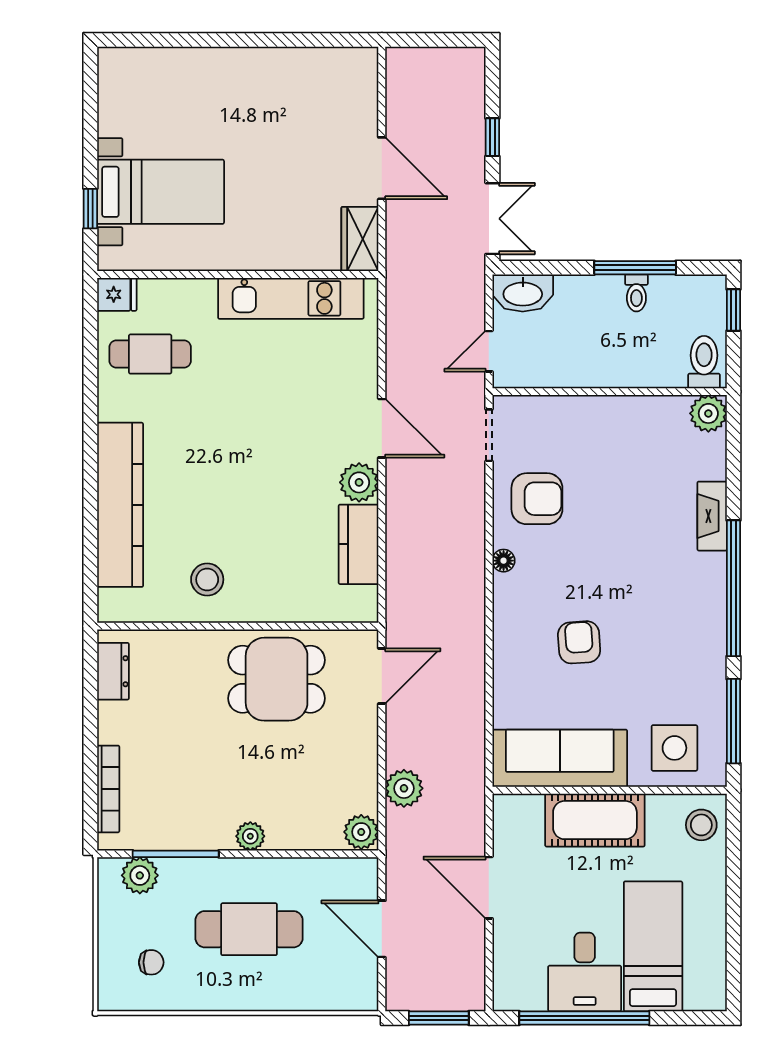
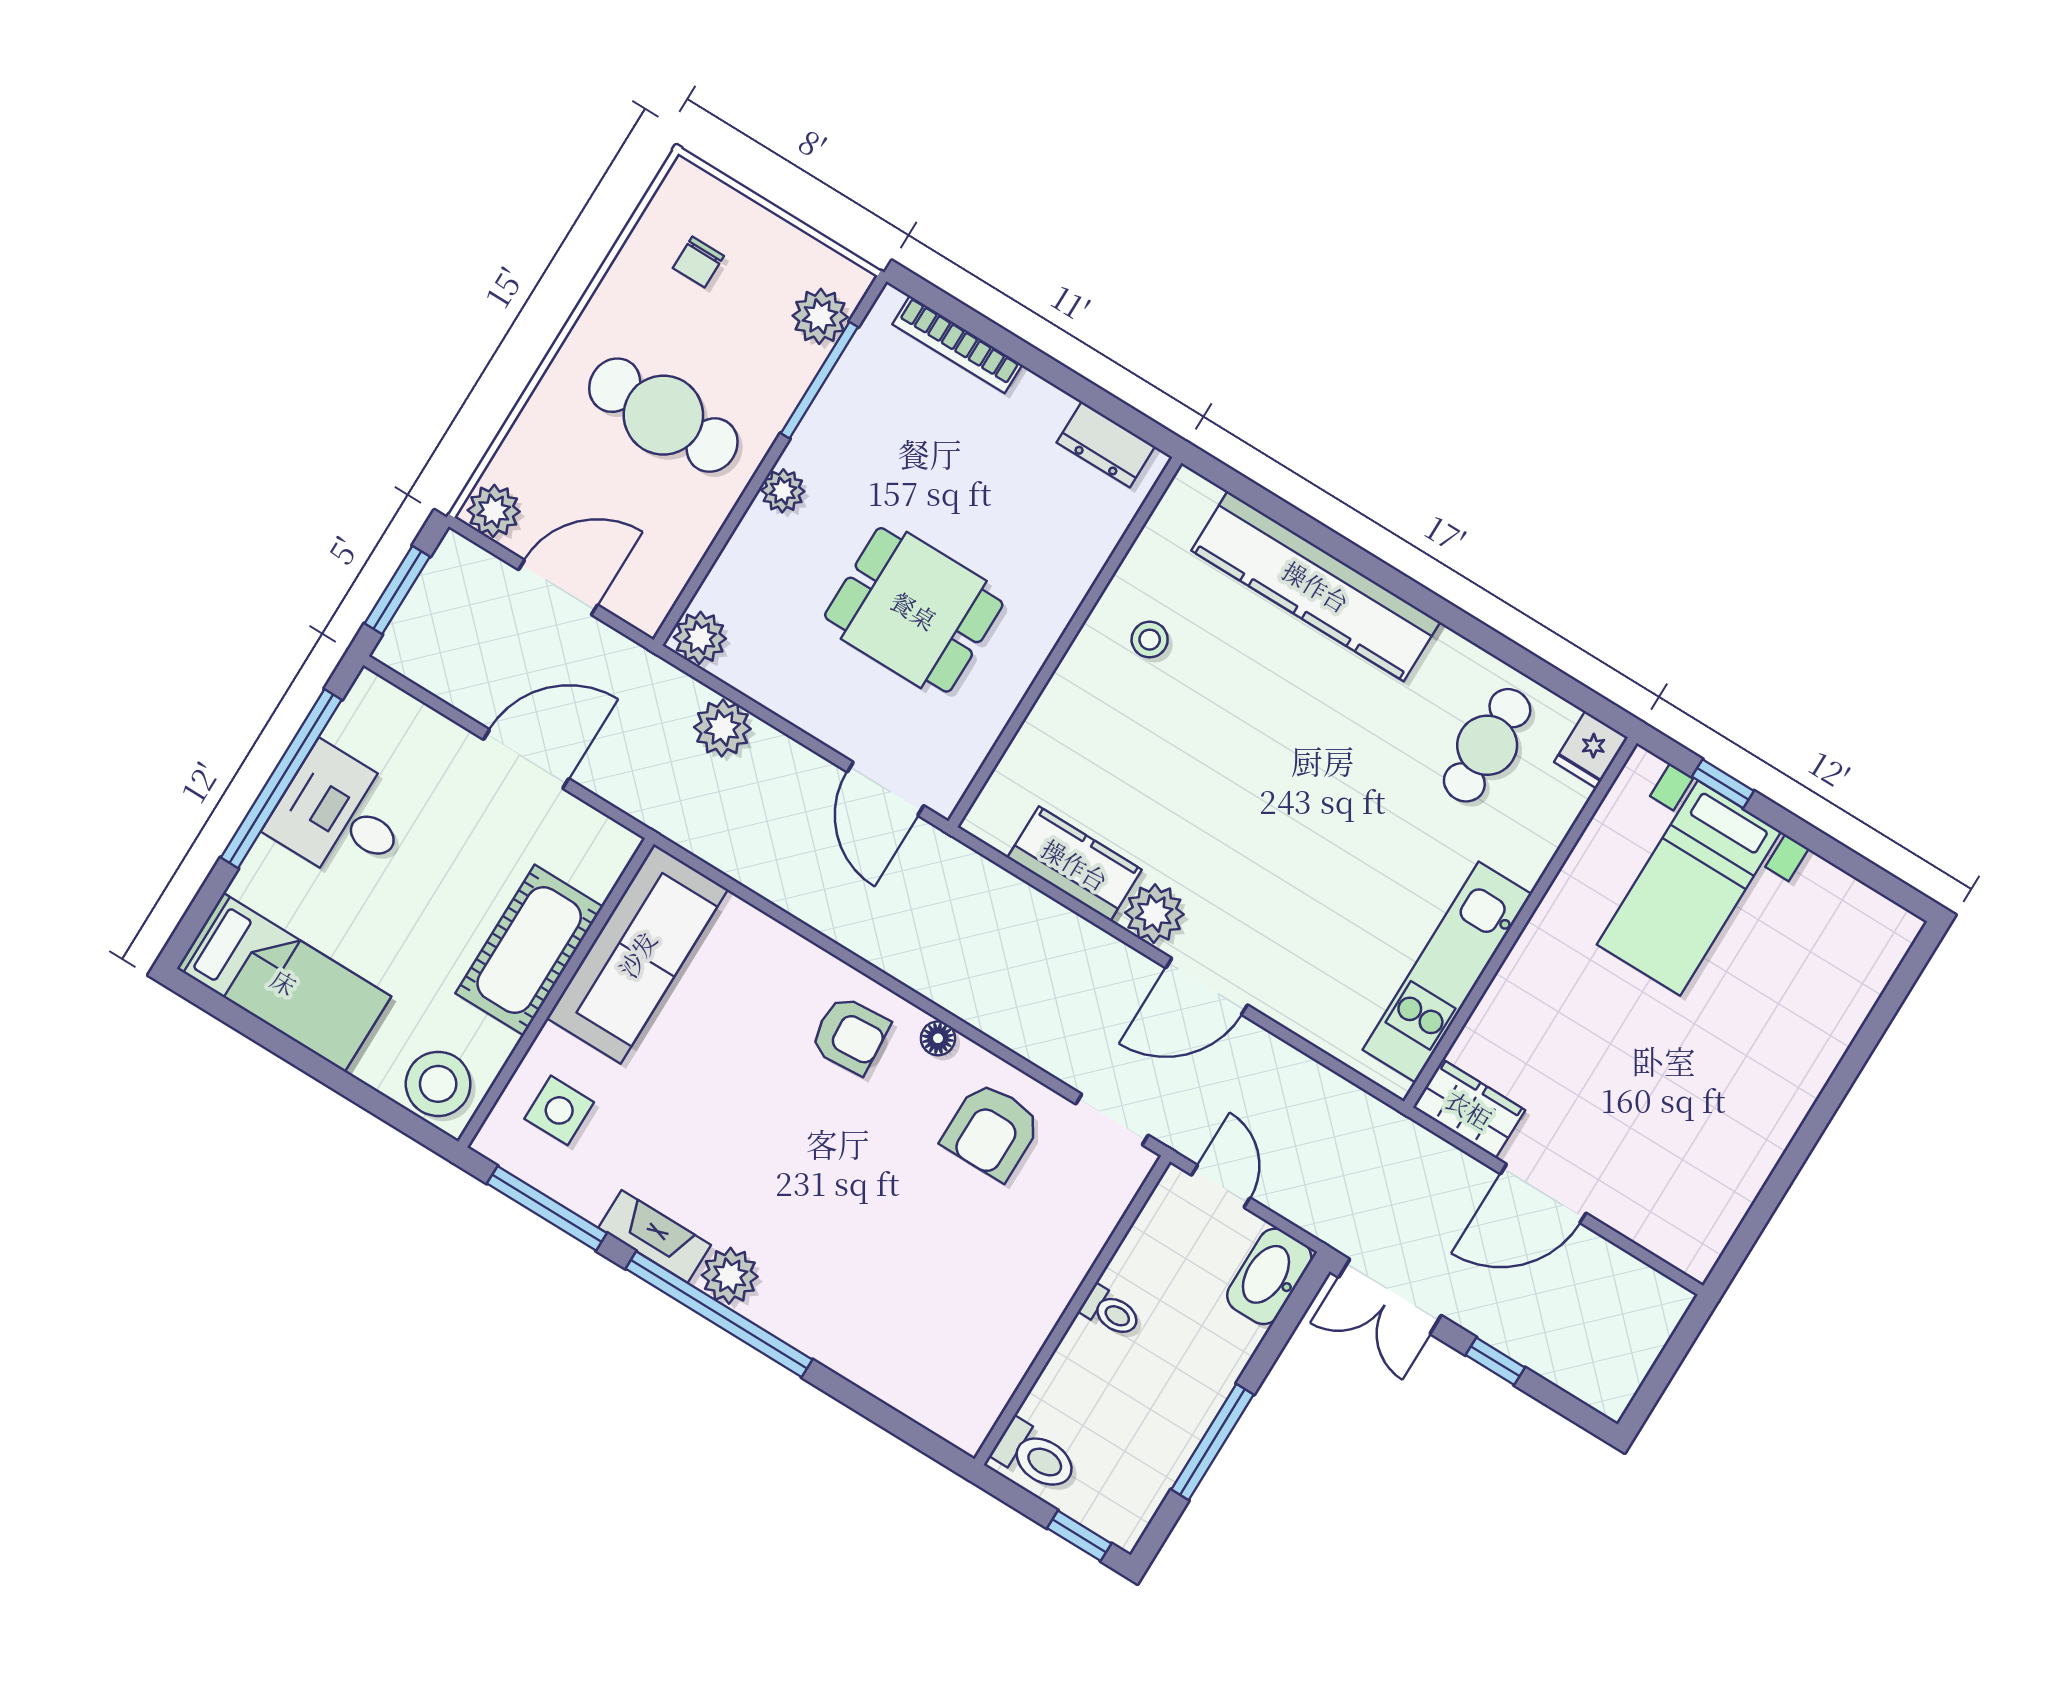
toilet: (636, 293) -> (1111, 1312), moved, turned 180
plant: (708, 413) -> (730, 1276), moved
fireplace: (712, 516) -> (655, 1236), moved
stool: (207, 579) -> (1150, 640), width x0.73, depth x0.73
armchair: (579, 642) -> (850, 1035), moved
dining table: (277, 679) -> (914, 610), moved, turned 90
side table: (674, 748) -> (559, 1110), width x0.73, depth x0.73
stool: (701, 825) -> (438, 1084), width x1.38, depth x1.38
cafe table: (249, 929) -> (663, 415), turned 90
bed: (653, 946) -> (284, 982), moved
plant: (361, 991) -> (494, 511), added

